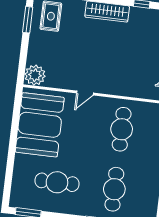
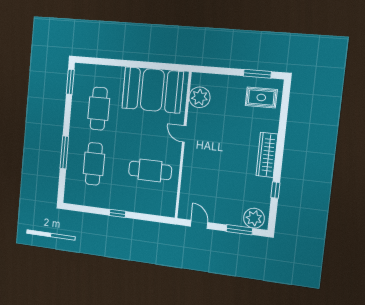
plant: (35, 75) -> (200, 97), moved
cafe table: (114, 189) -> (94, 164), turned 90

